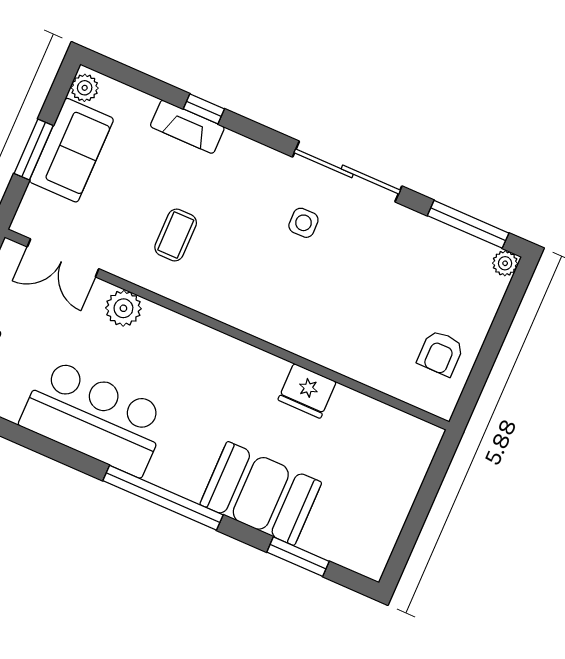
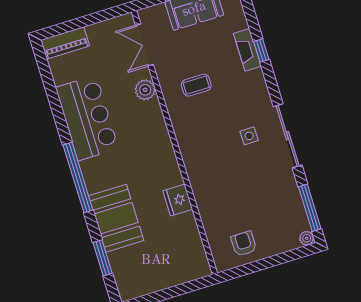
armchair: (441, 353) -> (244, 244), turned 90

